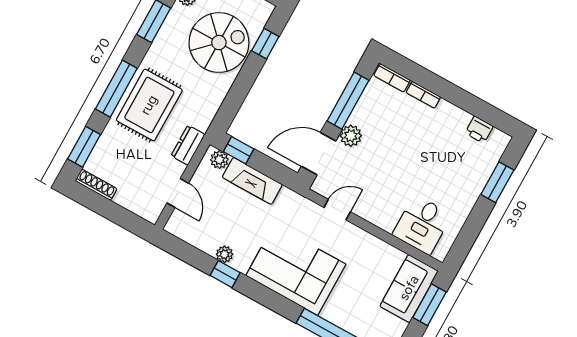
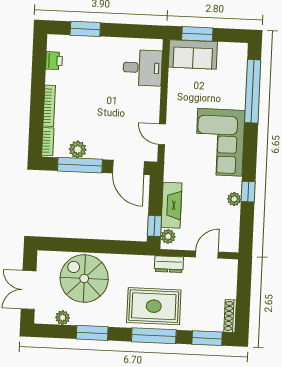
window: (265, 44) -> (68, 245), removed
bookcase: (423, 95) -> (49, 106), width x1.56
plant: (351, 136) -> (78, 149), moved

